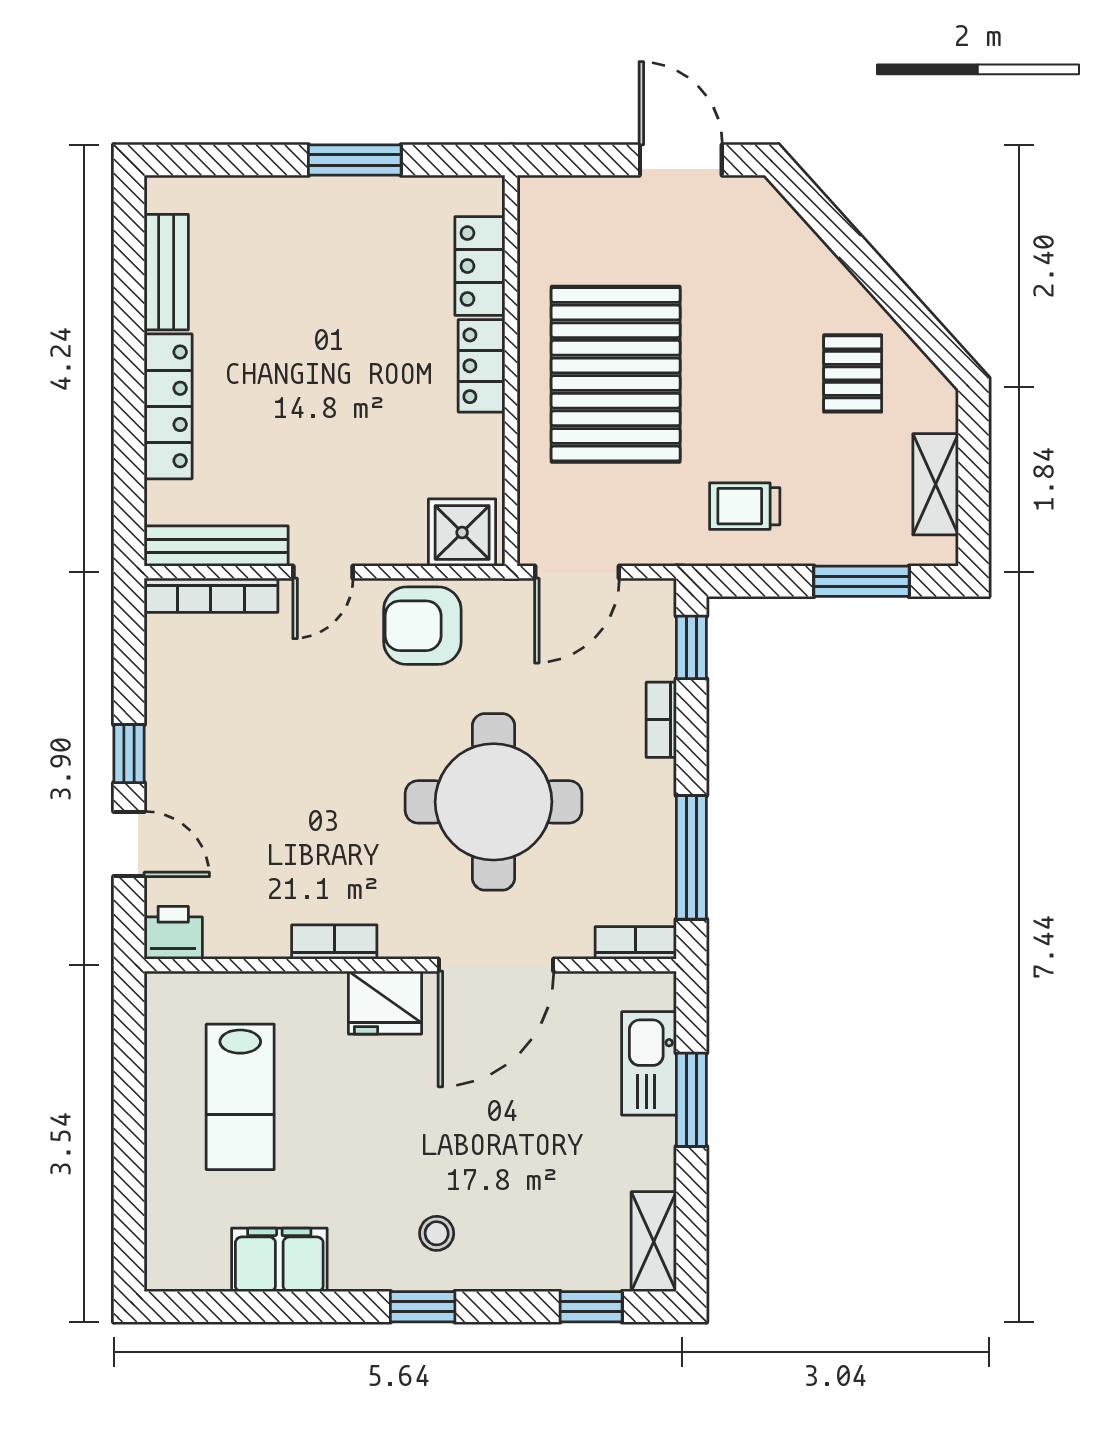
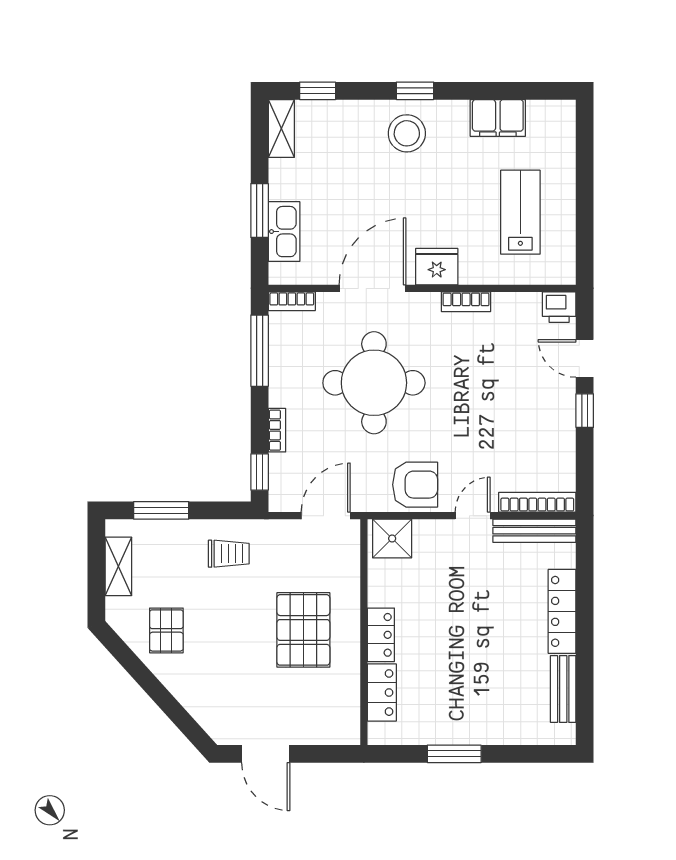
pallet: (616, 374) -> (303, 630), width x0.73, depth x0.71
stool: (437, 1233) -> (407, 133), width x1.89, depth x1.89

